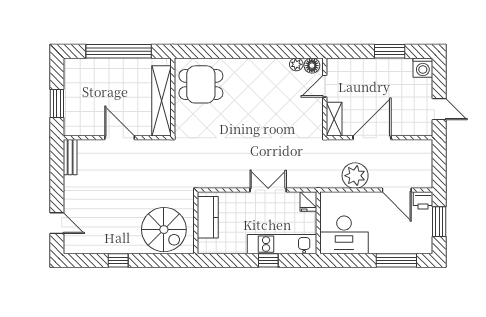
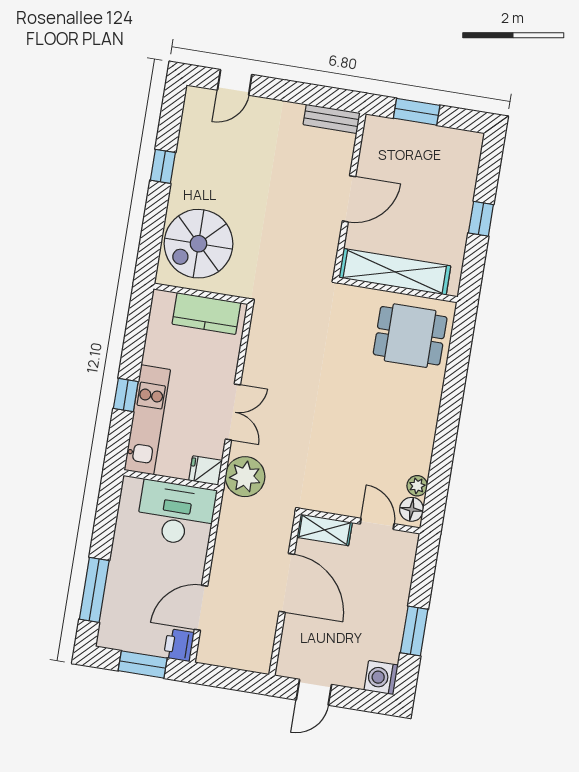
window: (119, 51) -> (481, 219), width x0.32
dining table: (201, 84) -> (410, 336), turned 90
plant: (355, 176) -> (245, 477), moved
desk: (344, 235) -> (176, 513), moved, turned 90

